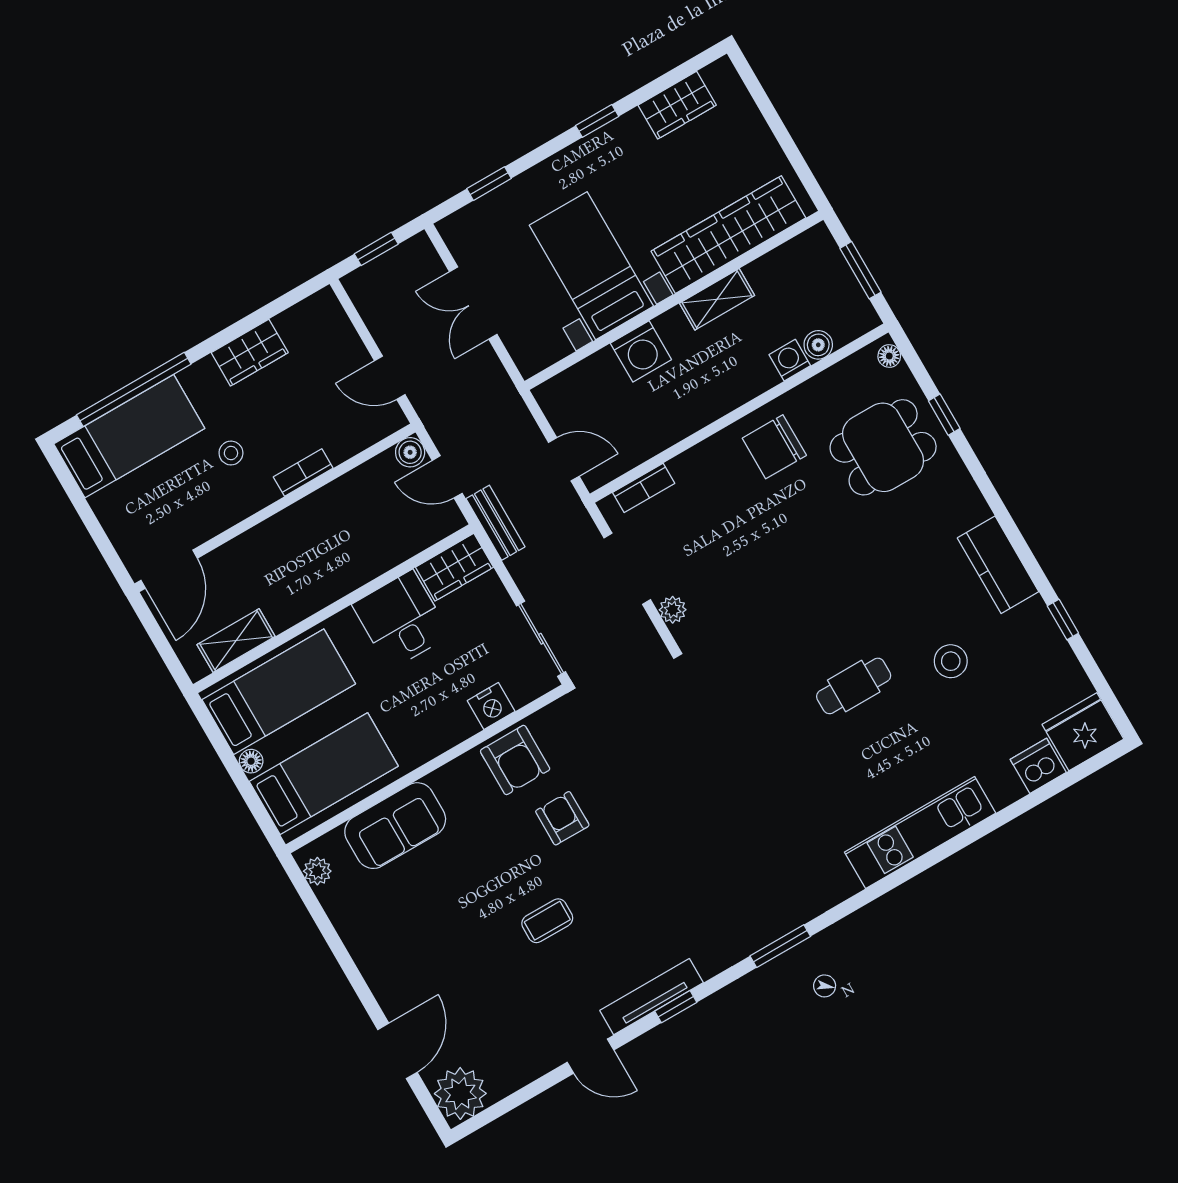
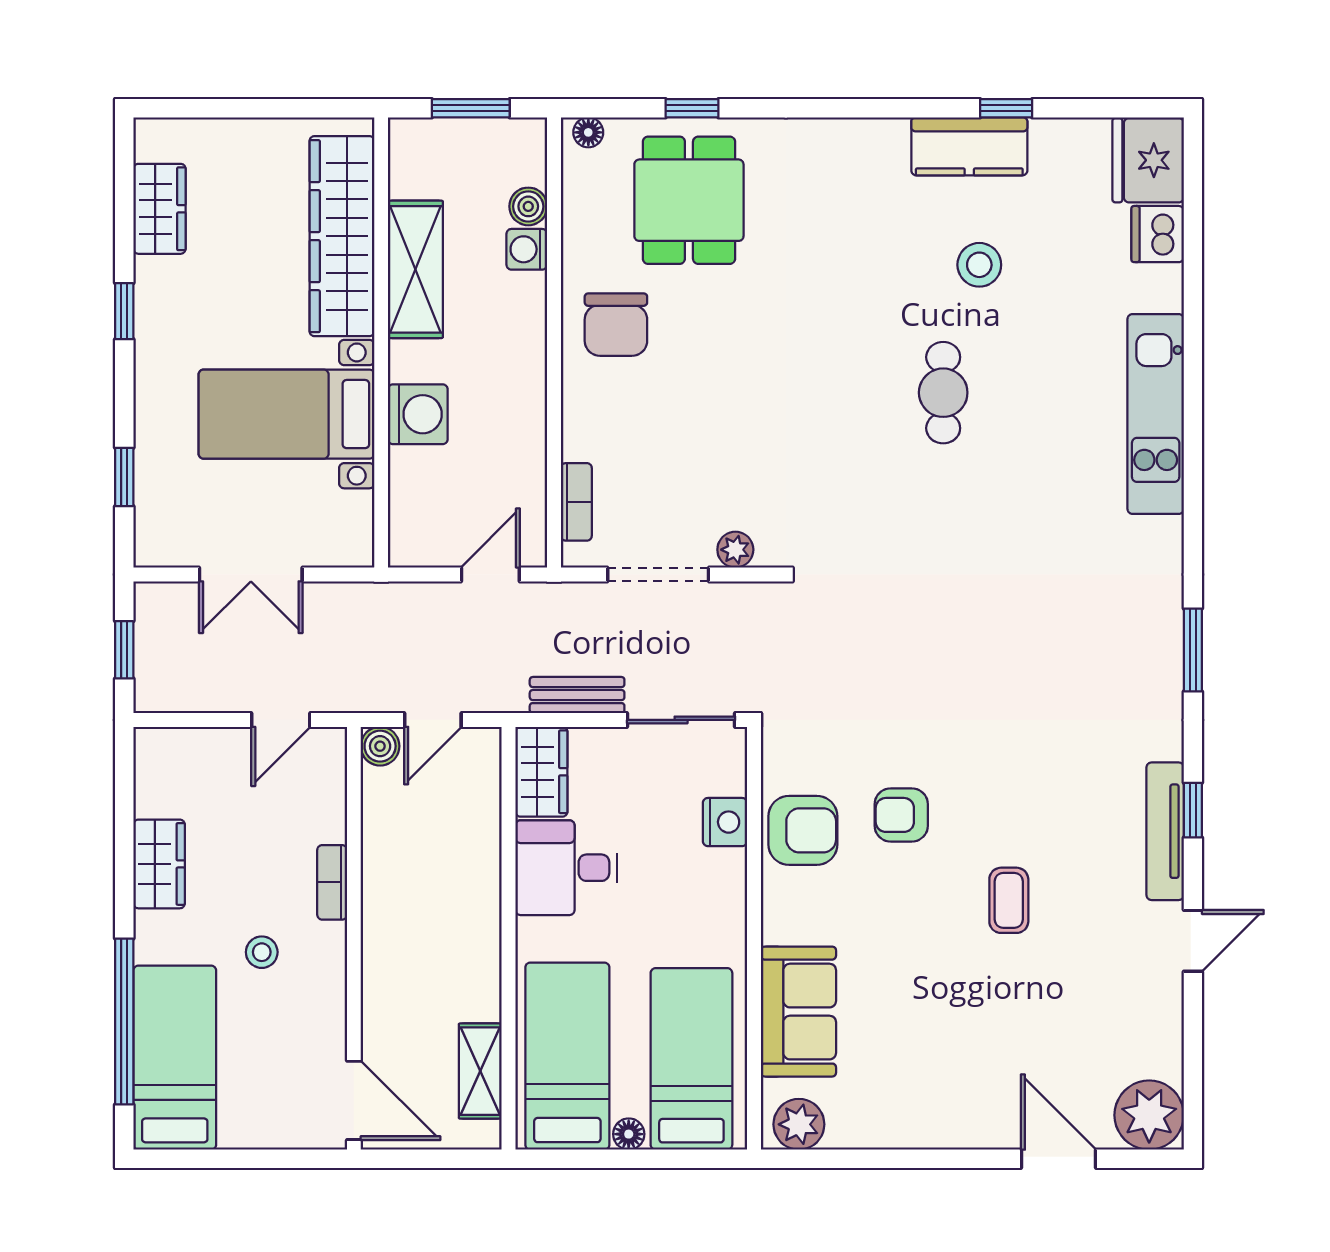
shelving: (717, 299) -> (415, 269), width x1.50, depth x1.33
bench: (495, 523) -> (577, 695), moved
kitchen counter: (998, 565) -> (969, 146), moved
plant: (317, 871) -> (799, 1124), width x1.38, depth x1.38

